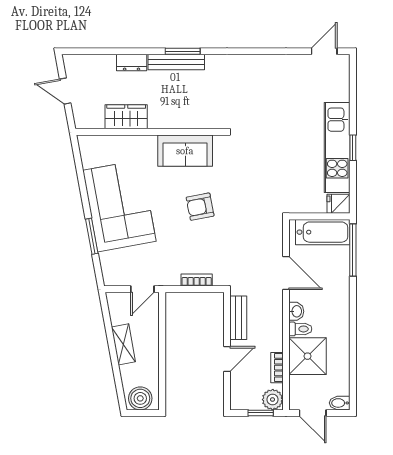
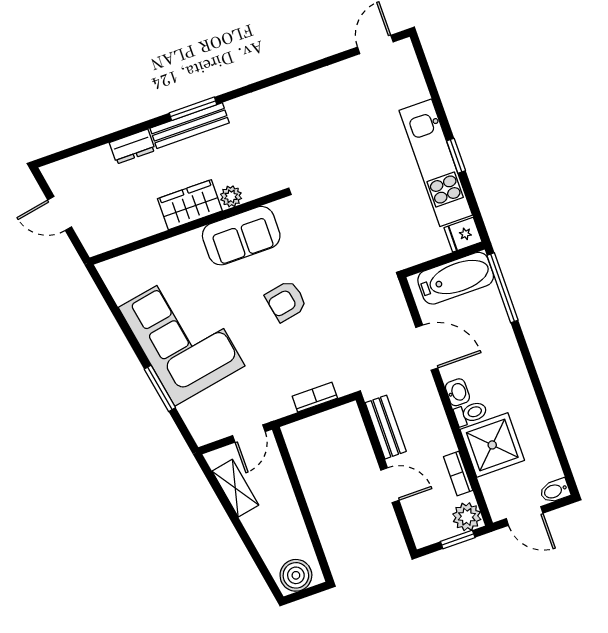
wardrobe: (126, 117) -> (190, 205), moved
plant: (188, 121) -> (231, 196), added
shelving: (123, 344) -> (235, 488), moved
door: (227, 359) -> (390, 485), hinge flipped

